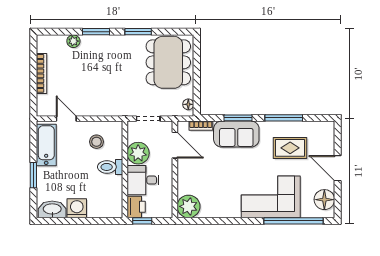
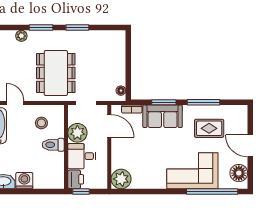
dining table: (168, 62) -> (56, 73), moved

